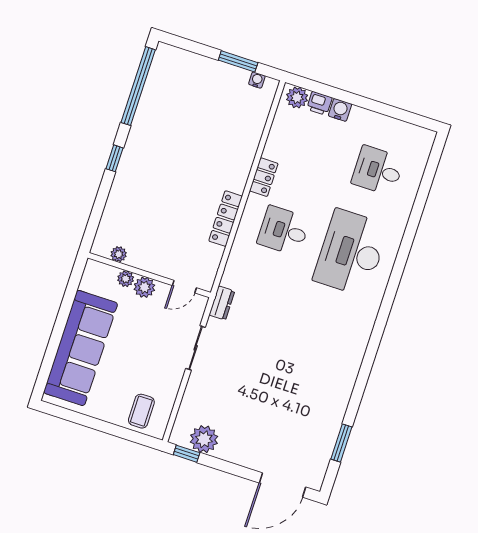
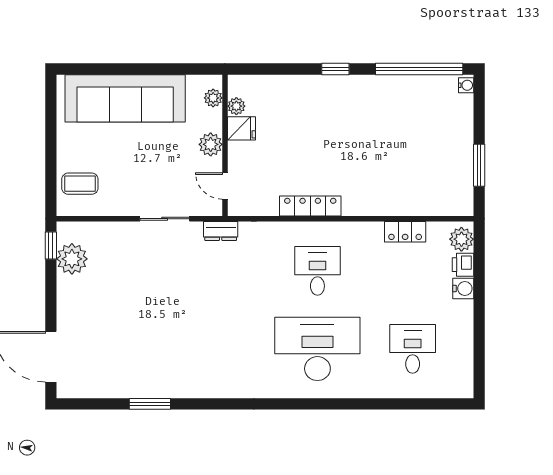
water cooler: (257, 80) -> (466, 85), moved
locker: (264, 177) -> (405, 232), moved
fridge: (139, 256) -> (242, 128), added
plant: (126, 279) -> (213, 98), moved
window: (341, 443) -> (150, 404), moved

